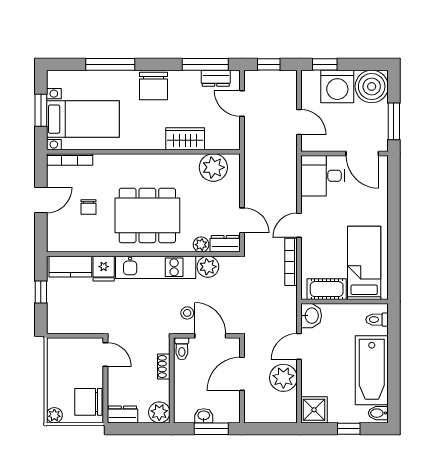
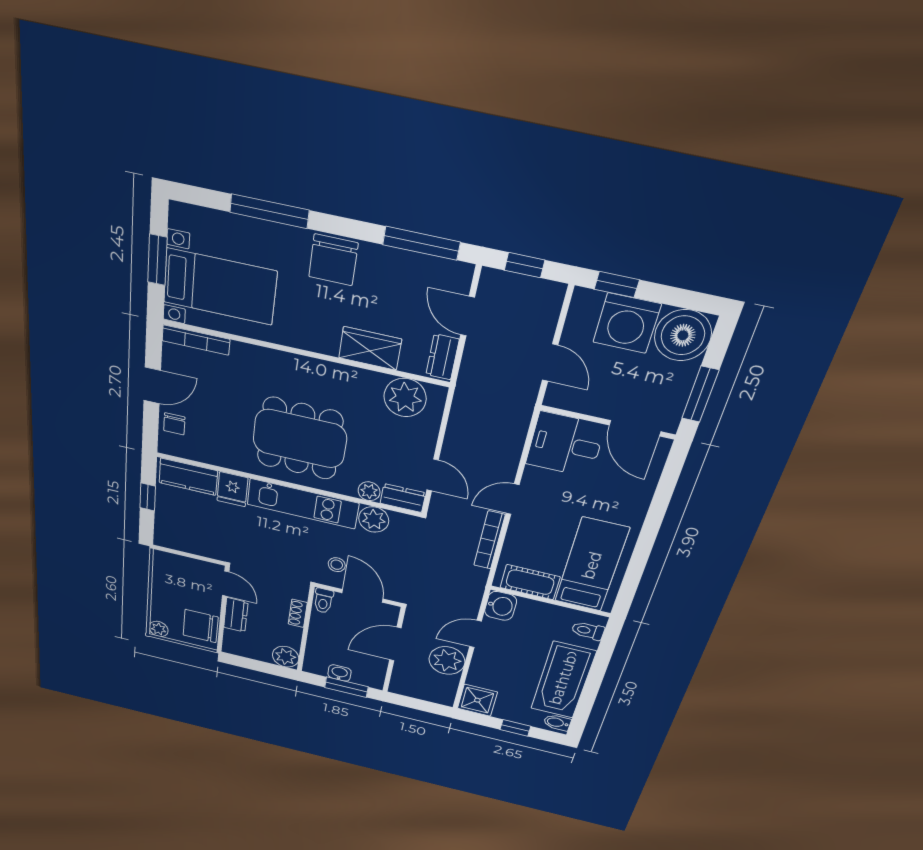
dresser: (216, 78) -> (442, 357), moved, turned 90
chair: (88, 207) -> (174, 424), moved
dresser: (122, 414) -> (236, 615), moved, turned 90

